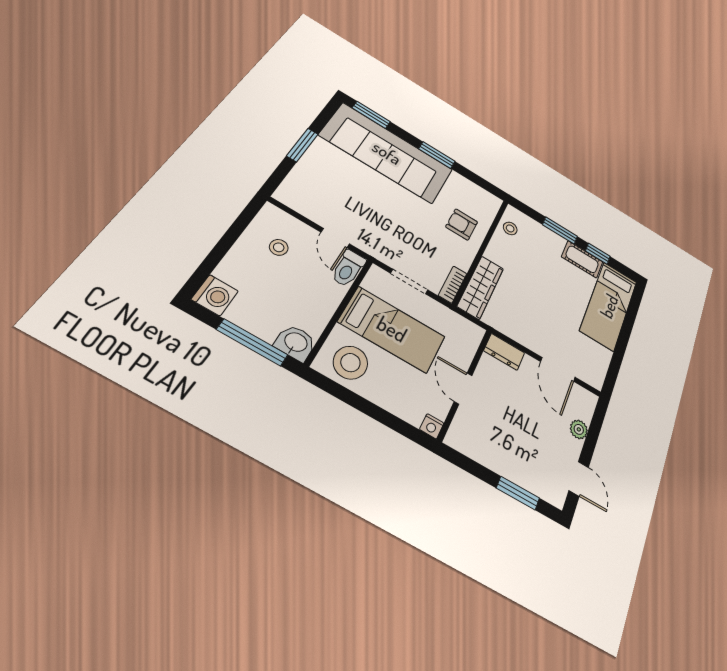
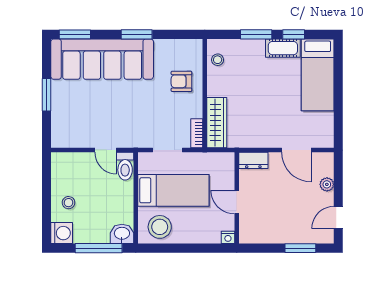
stool: (279, 247) -> (68, 203), moved
door: (579, 479) -> (338, 218), swing flipped

